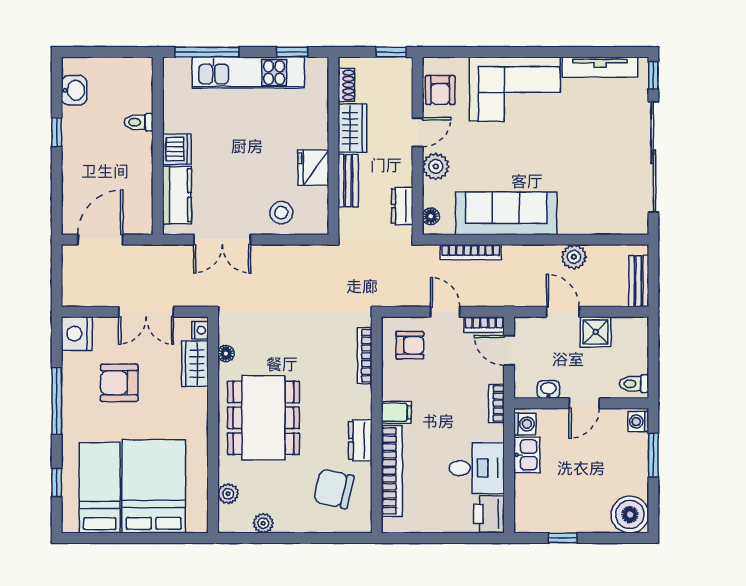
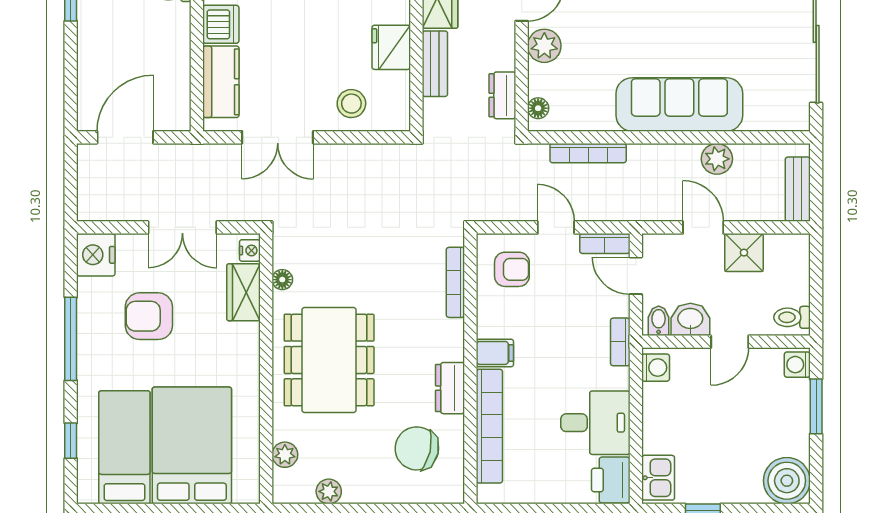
sofa: (506, 213) -> (679, 104), moved
bidet: (527, 387) -> (659, 321), added
washbasin: (548, 389) -> (690, 319), width x1.38, depth x1.45
kitchen sink: (527, 455) -> (658, 478), moved

